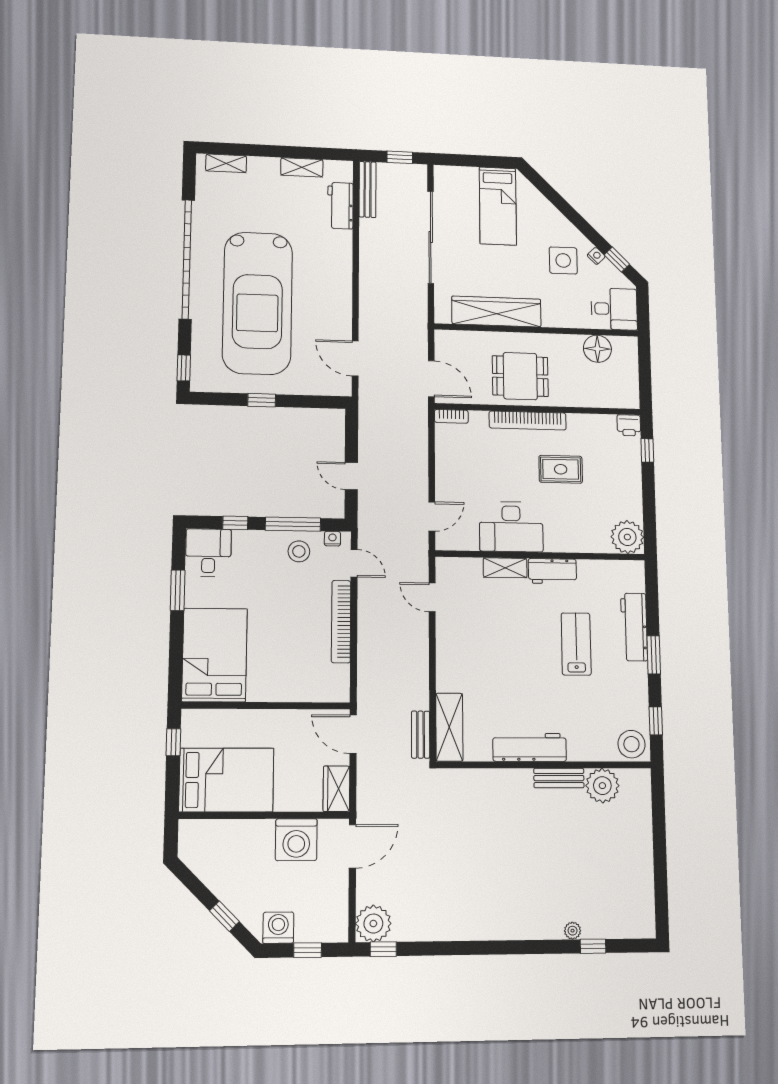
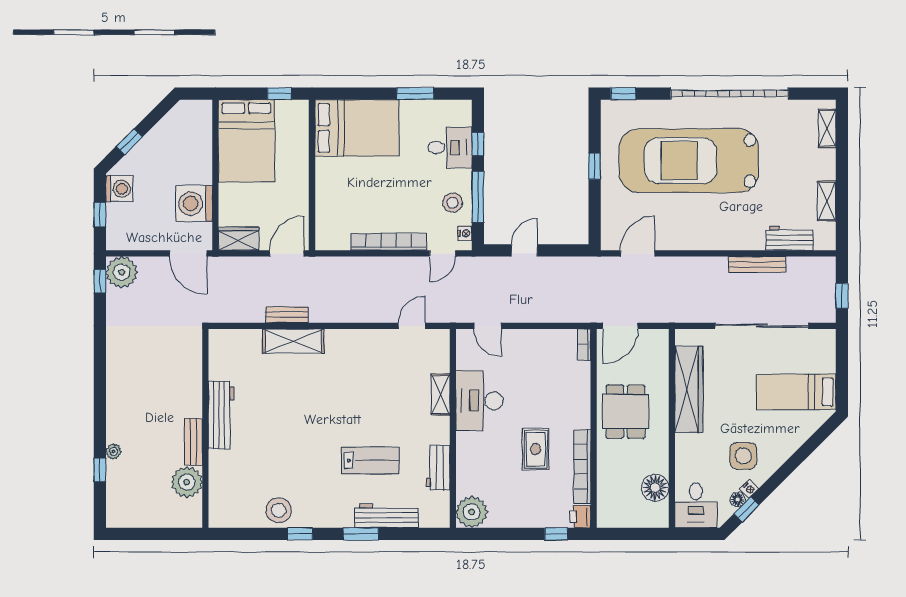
bench: (368, 189) -> (757, 264), moved
floor lamp: (607, 268) -> (738, 499), added
bookcase: (528, 421) -> (582, 467), moved
desk: (208, 553) -> (450, 148), moved
workbench: (552, 571) -> (438, 468), moved
workbench: (530, 747) -> (221, 415), moved
wall: (544, 765) -> (205, 428), moved
bench: (559, 778) -> (194, 442), moved
plant: (602, 786) -> (187, 482), moved

